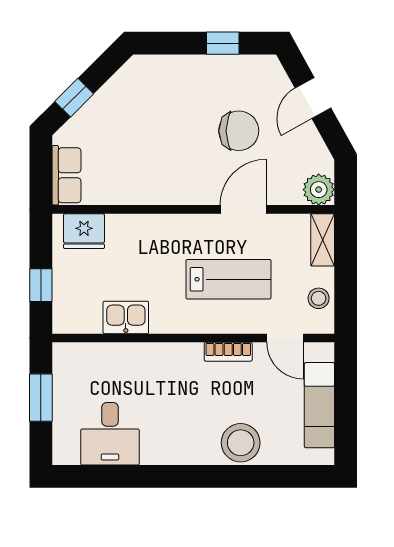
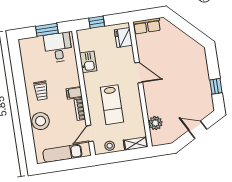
window: (74, 98) -> (182, 24), removed
chair: (239, 131) -> (178, 99), removed
plant: (319, 190) -> (155, 123), moved
door: (243, 209) -> (139, 73), moved
filing cabinet: (190, 359) -> (74, 93), added
trolley: (174, 431) -> (41, 91), added
desk: (110, 434) -> (58, 47), moved, turned 90

